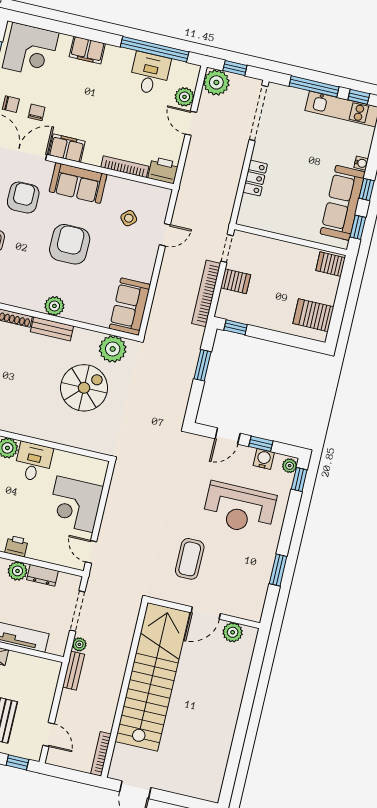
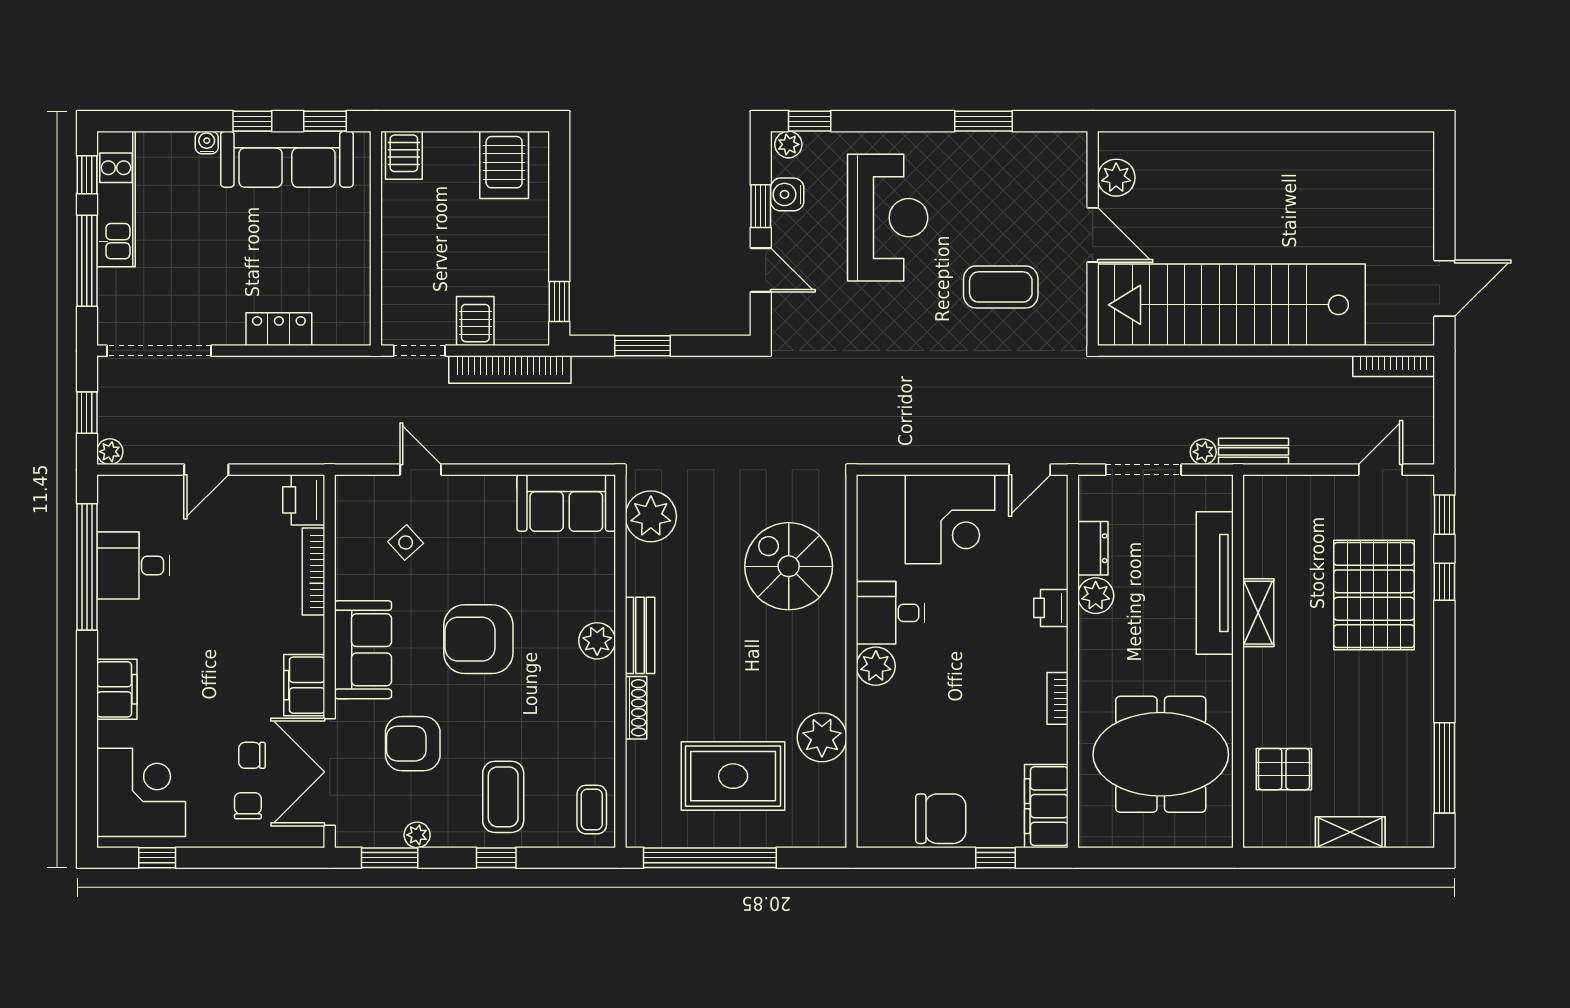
plant: (216, 82) -> (110, 452), width x0.53, depth x0.53
plant: (184, 97) -> (161, 492), removed
spiral stairs: (84, 388) -> (789, 566), moved

